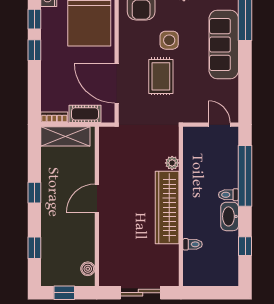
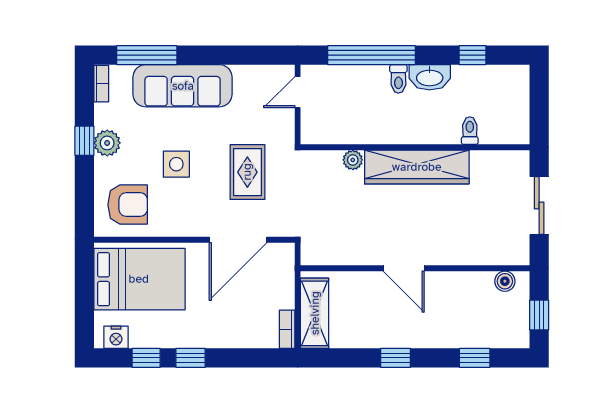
rug: (161, 76) -> (247, 172), moved, turned 90
cot: (85, 114) -> (282, 285), removed

